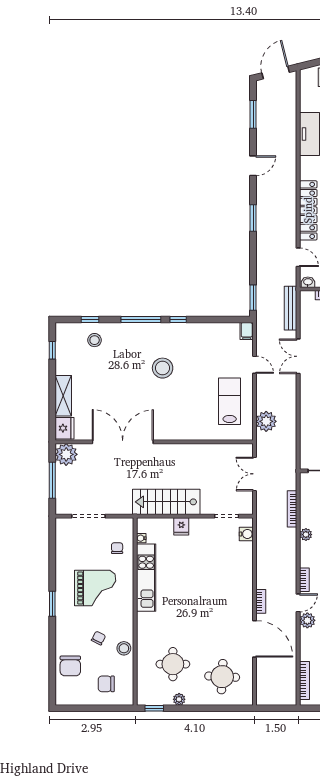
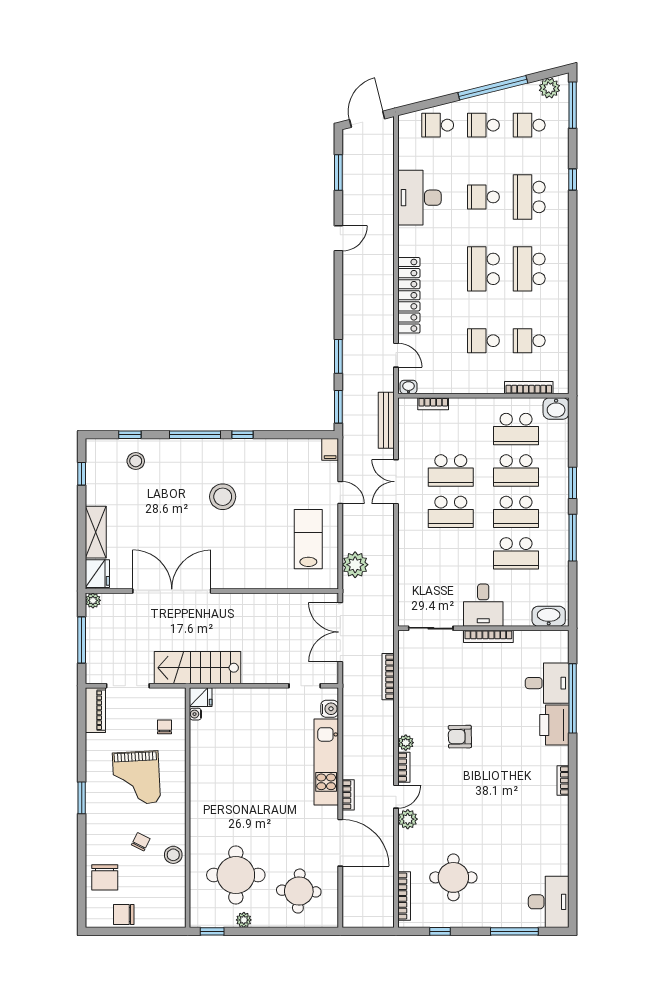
window: (253, 218) -> (338, 356), moved
plant: (66, 454) -> (93, 600), width x0.53, depth x0.53
double door: (255, 474) -> (340, 632), width x1.37
stairs: (166, 502) -> (198, 668), moved
fridge: (181, 526) -> (201, 697), moved, turned -90
piano: (63, 535) -> (95, 710), added
plant: (306, 535) -> (406, 743), moved
kitchen unit: (146, 578) -> (326, 762), moved, turned 180
grand piano: (95, 588) -> (136, 778), turned 87
round table: (173, 664) -> (236, 875), width x1.36, depth x1.36
chair: (106, 684) -> (124, 914), moved

